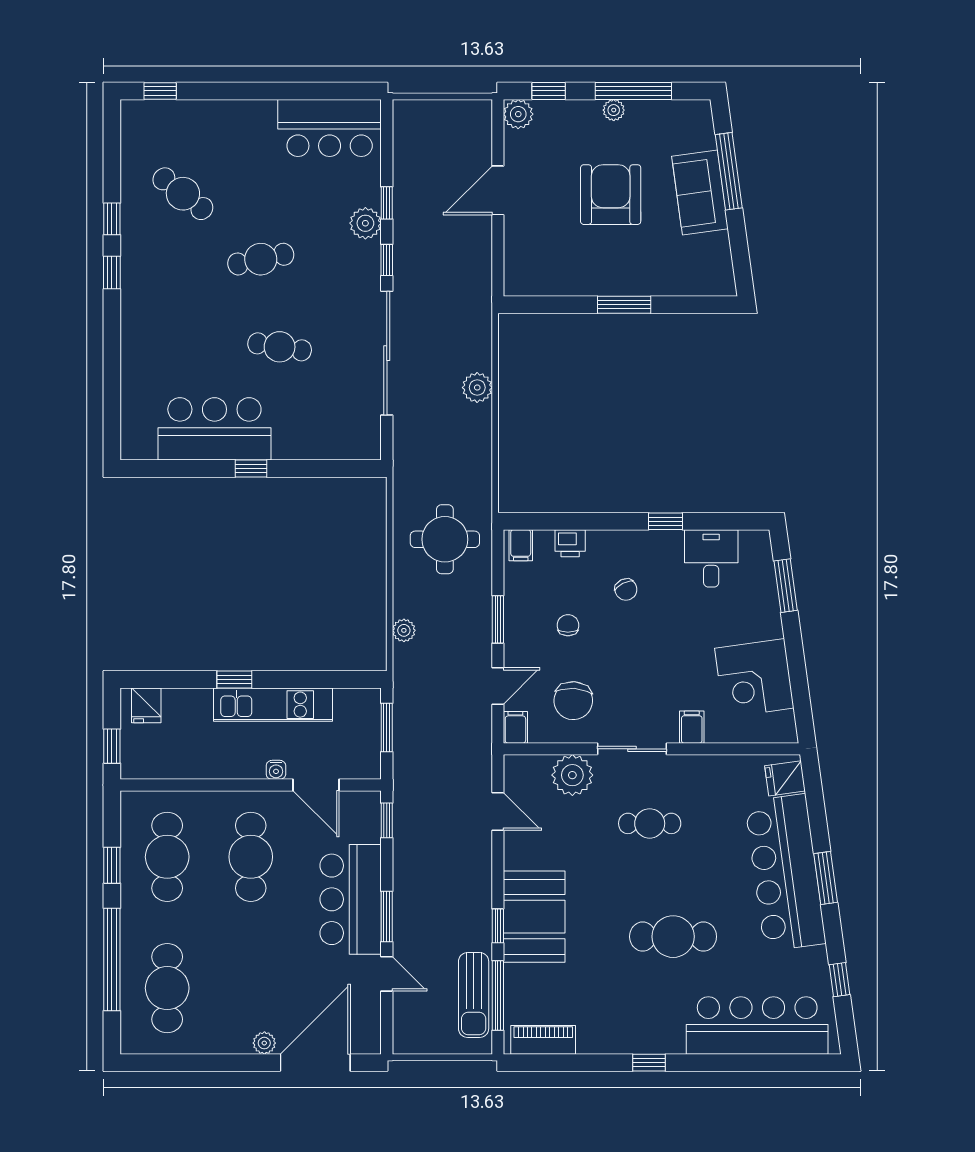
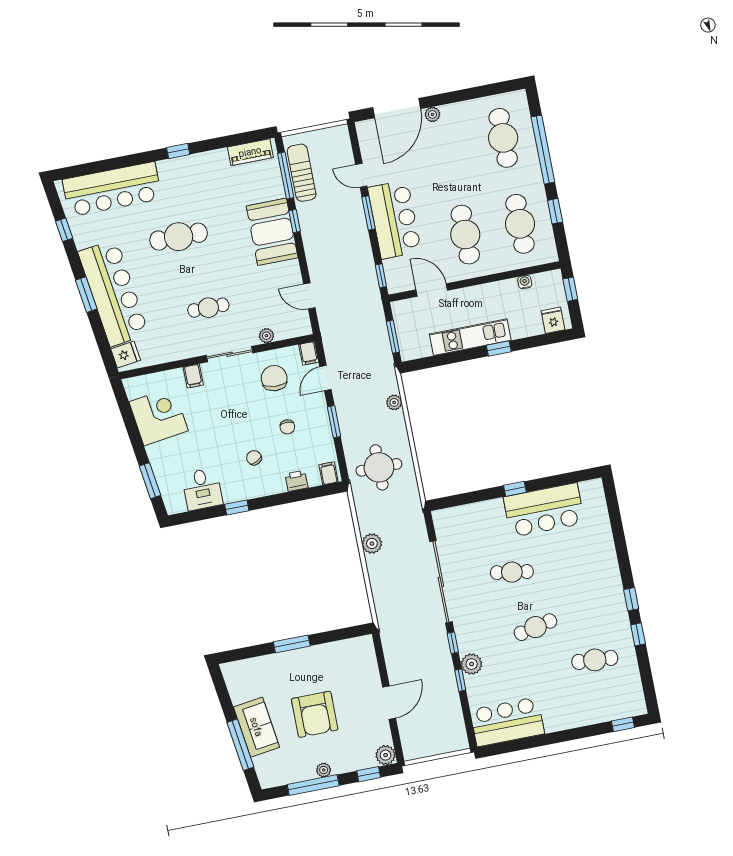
cafe table: (183, 194) -> (595, 660), turned -34
plant: (477, 388) -> (372, 544), moved
water cooler: (276, 770) -> (525, 282), moved
plant: (572, 775) -> (266, 336), width x0.53, depth x0.53

